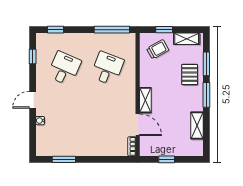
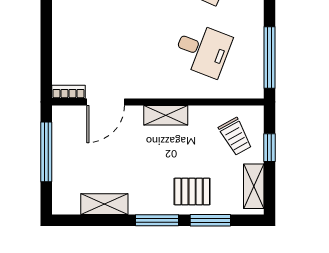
shelving: (145, 100) -> (166, 115), moved
window: (167, 159) -> (46, 152), width x2.17

